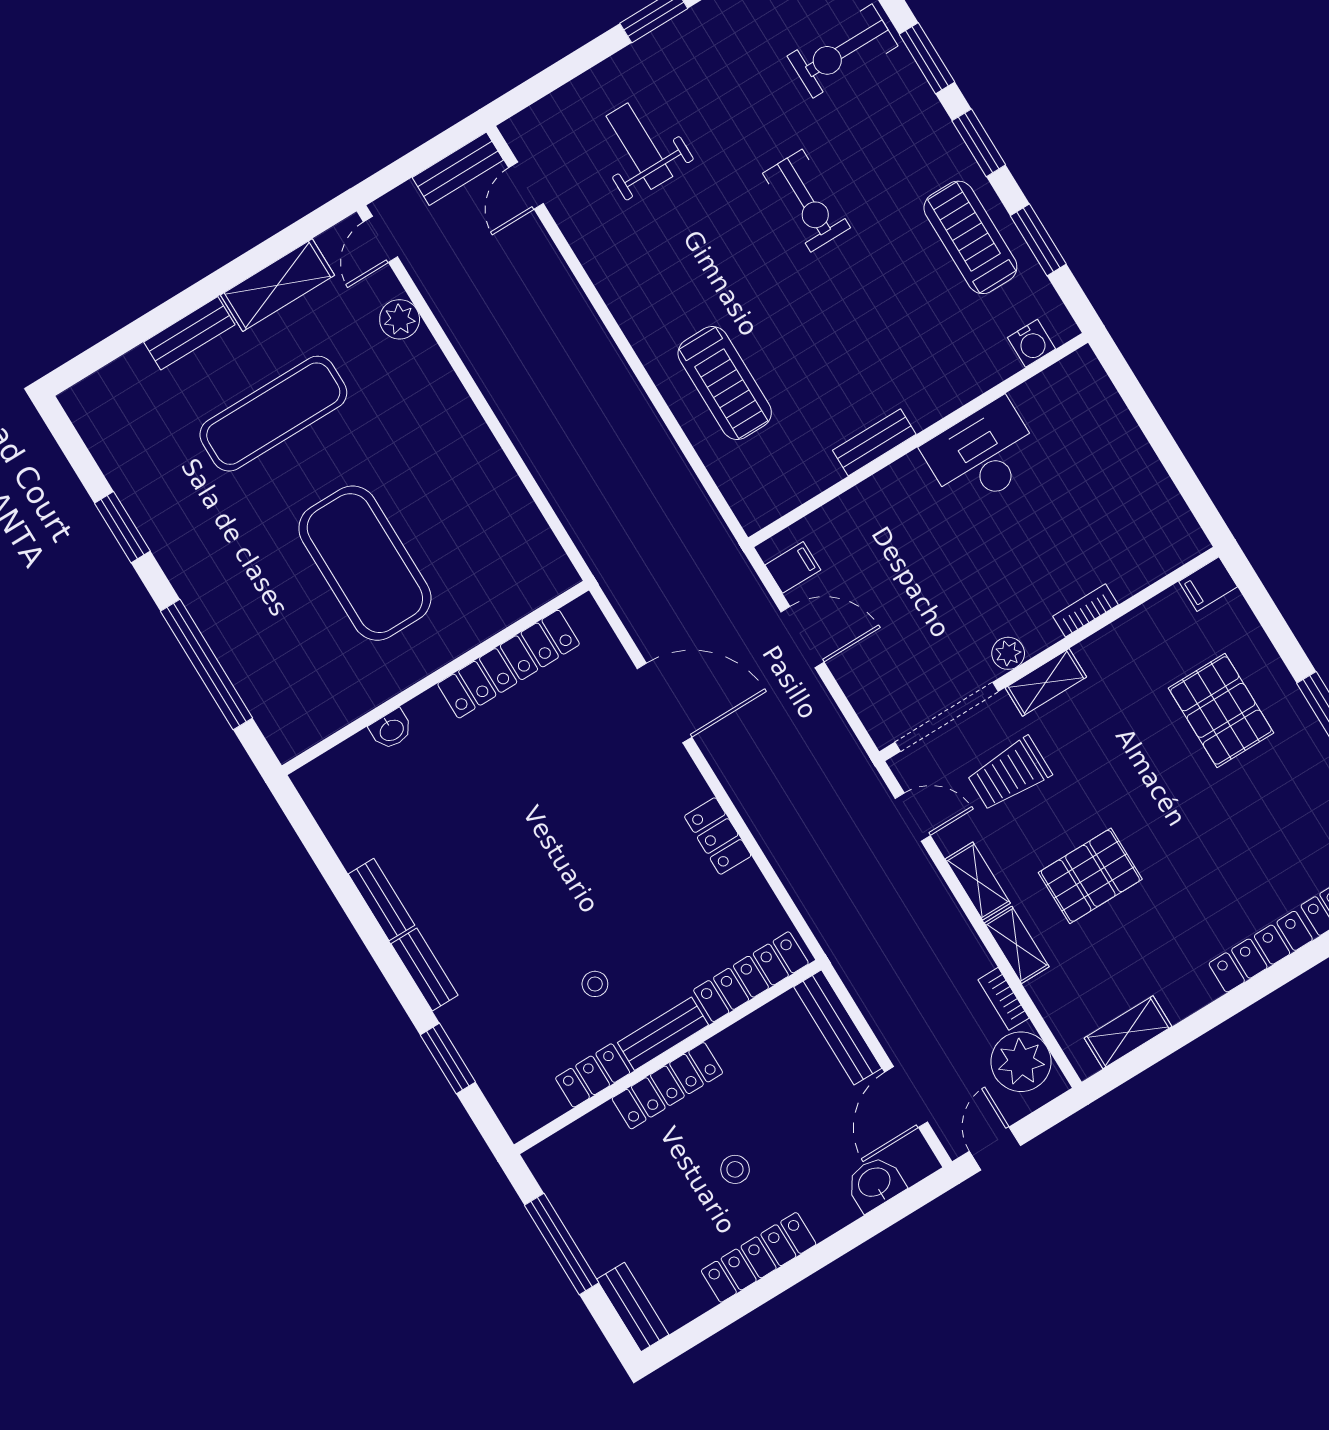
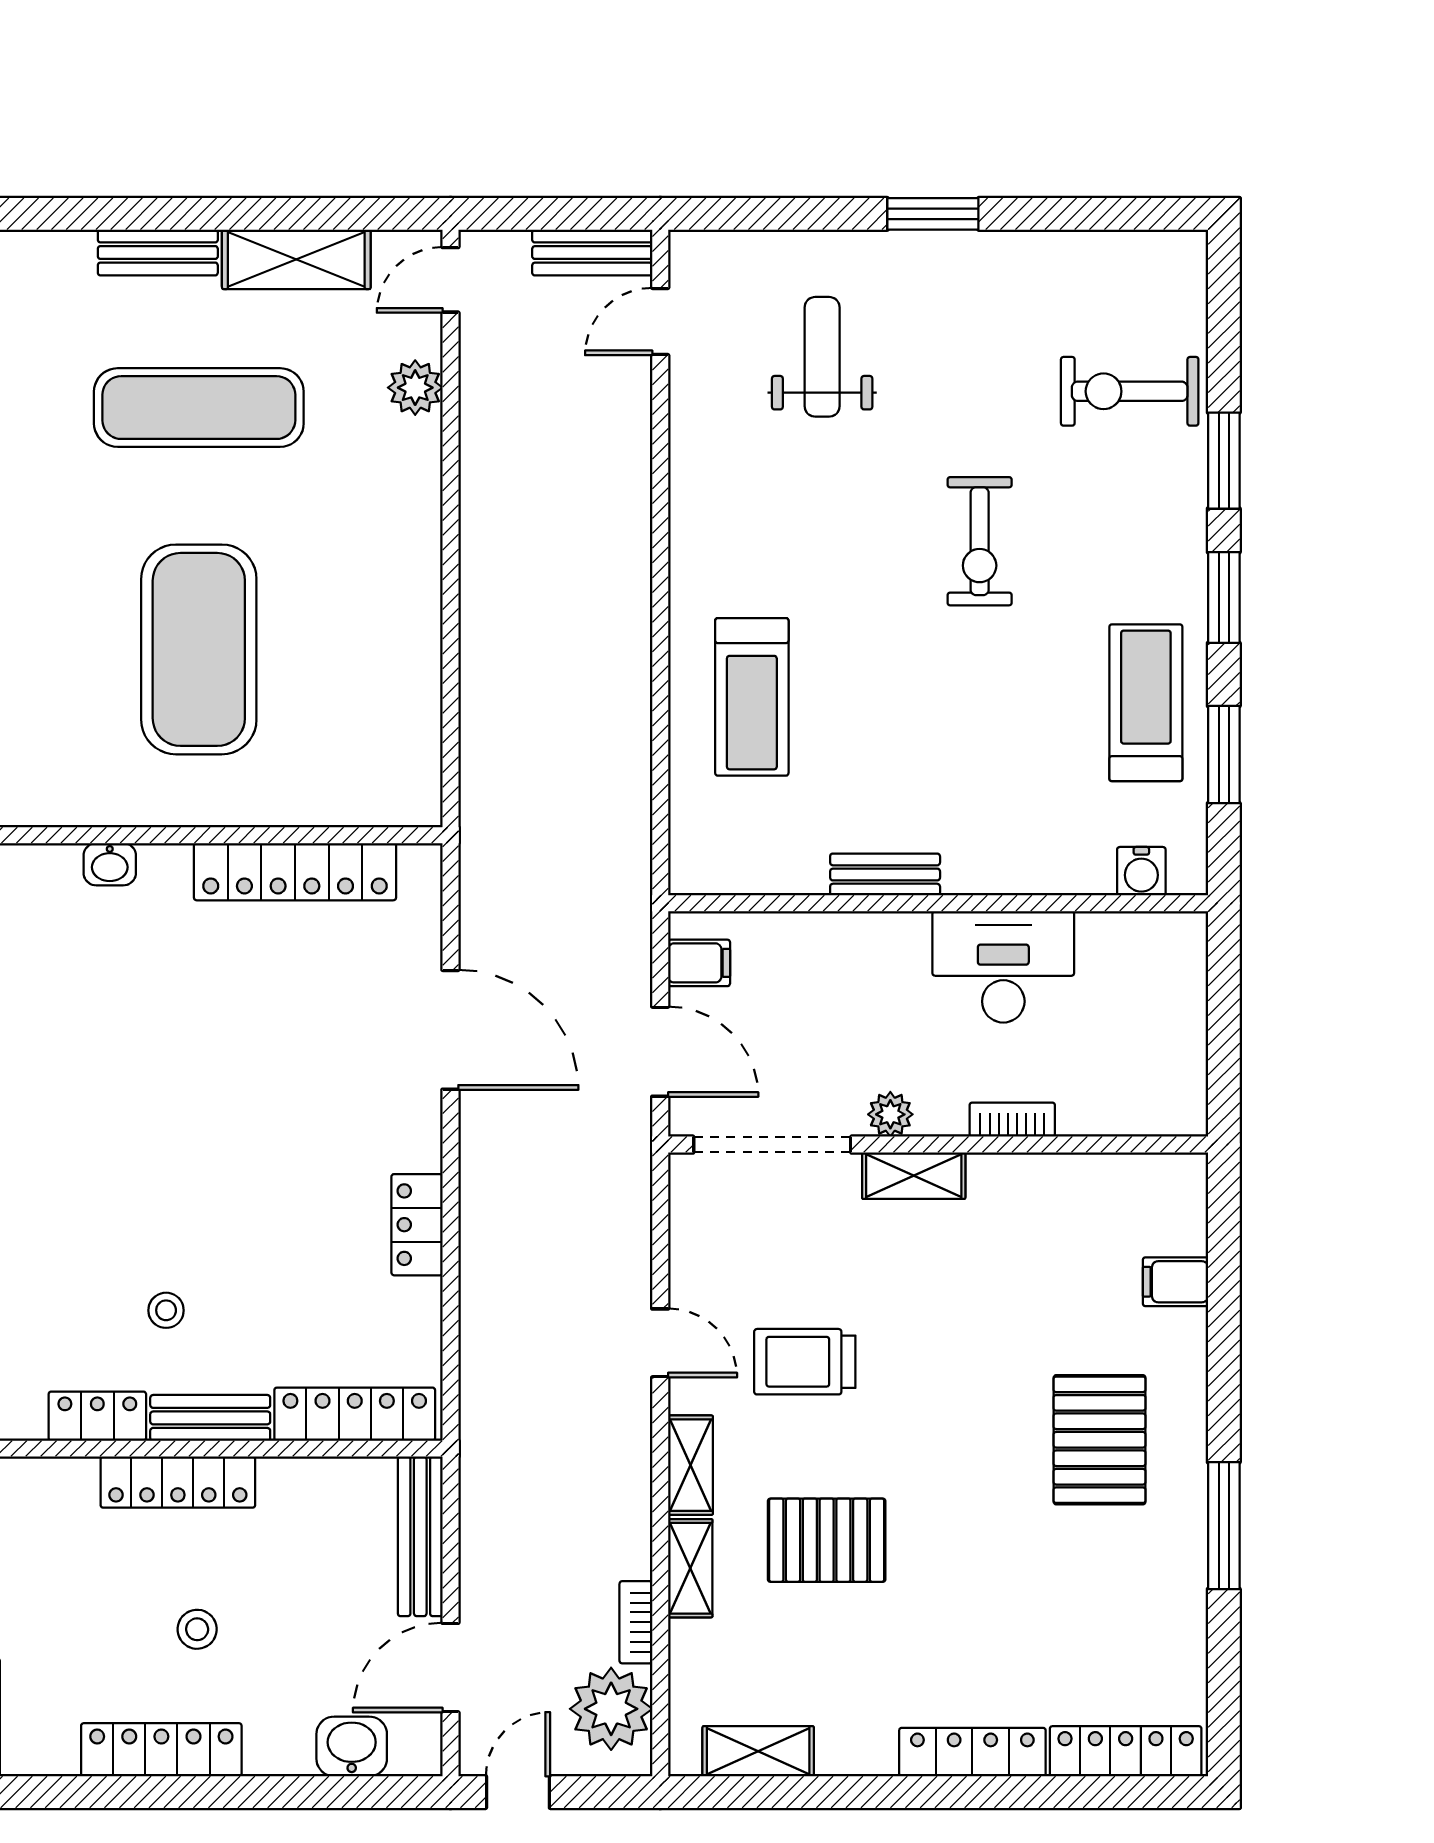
bookcase: (1086, 610) -> (1012, 1120), moved
plant: (1008, 653) -> (890, 1114), moved
wall: (1049, 654) -> (938, 1145), moved
shelving: (1046, 682) -> (914, 1176), moved
doorway: (947, 717) -> (772, 1145), moved

